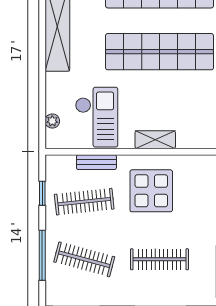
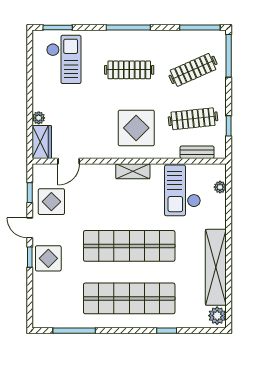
bench: (96, 162) -> (197, 152), moved
window: (42, 255) -> (229, 56), moved
clothes rail: (84, 259) -> (193, 70), turned -39

